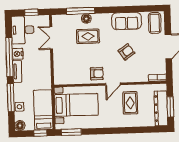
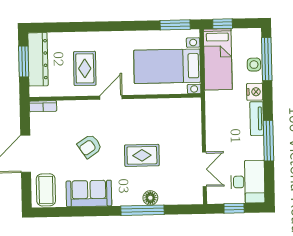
window: (81, 11) -> (143, 210), moved
rug: (88, 36) -> (142, 155), moved
nightstand: (18, 54) -> (255, 92), moved
window: (9, 57) -> (268, 141), width x0.68
armchair: (97, 74) -> (135, 114), removed
window: (11, 98) -> (267, 59), moved
floor lamp: (20, 126) -> (254, 36), removed

